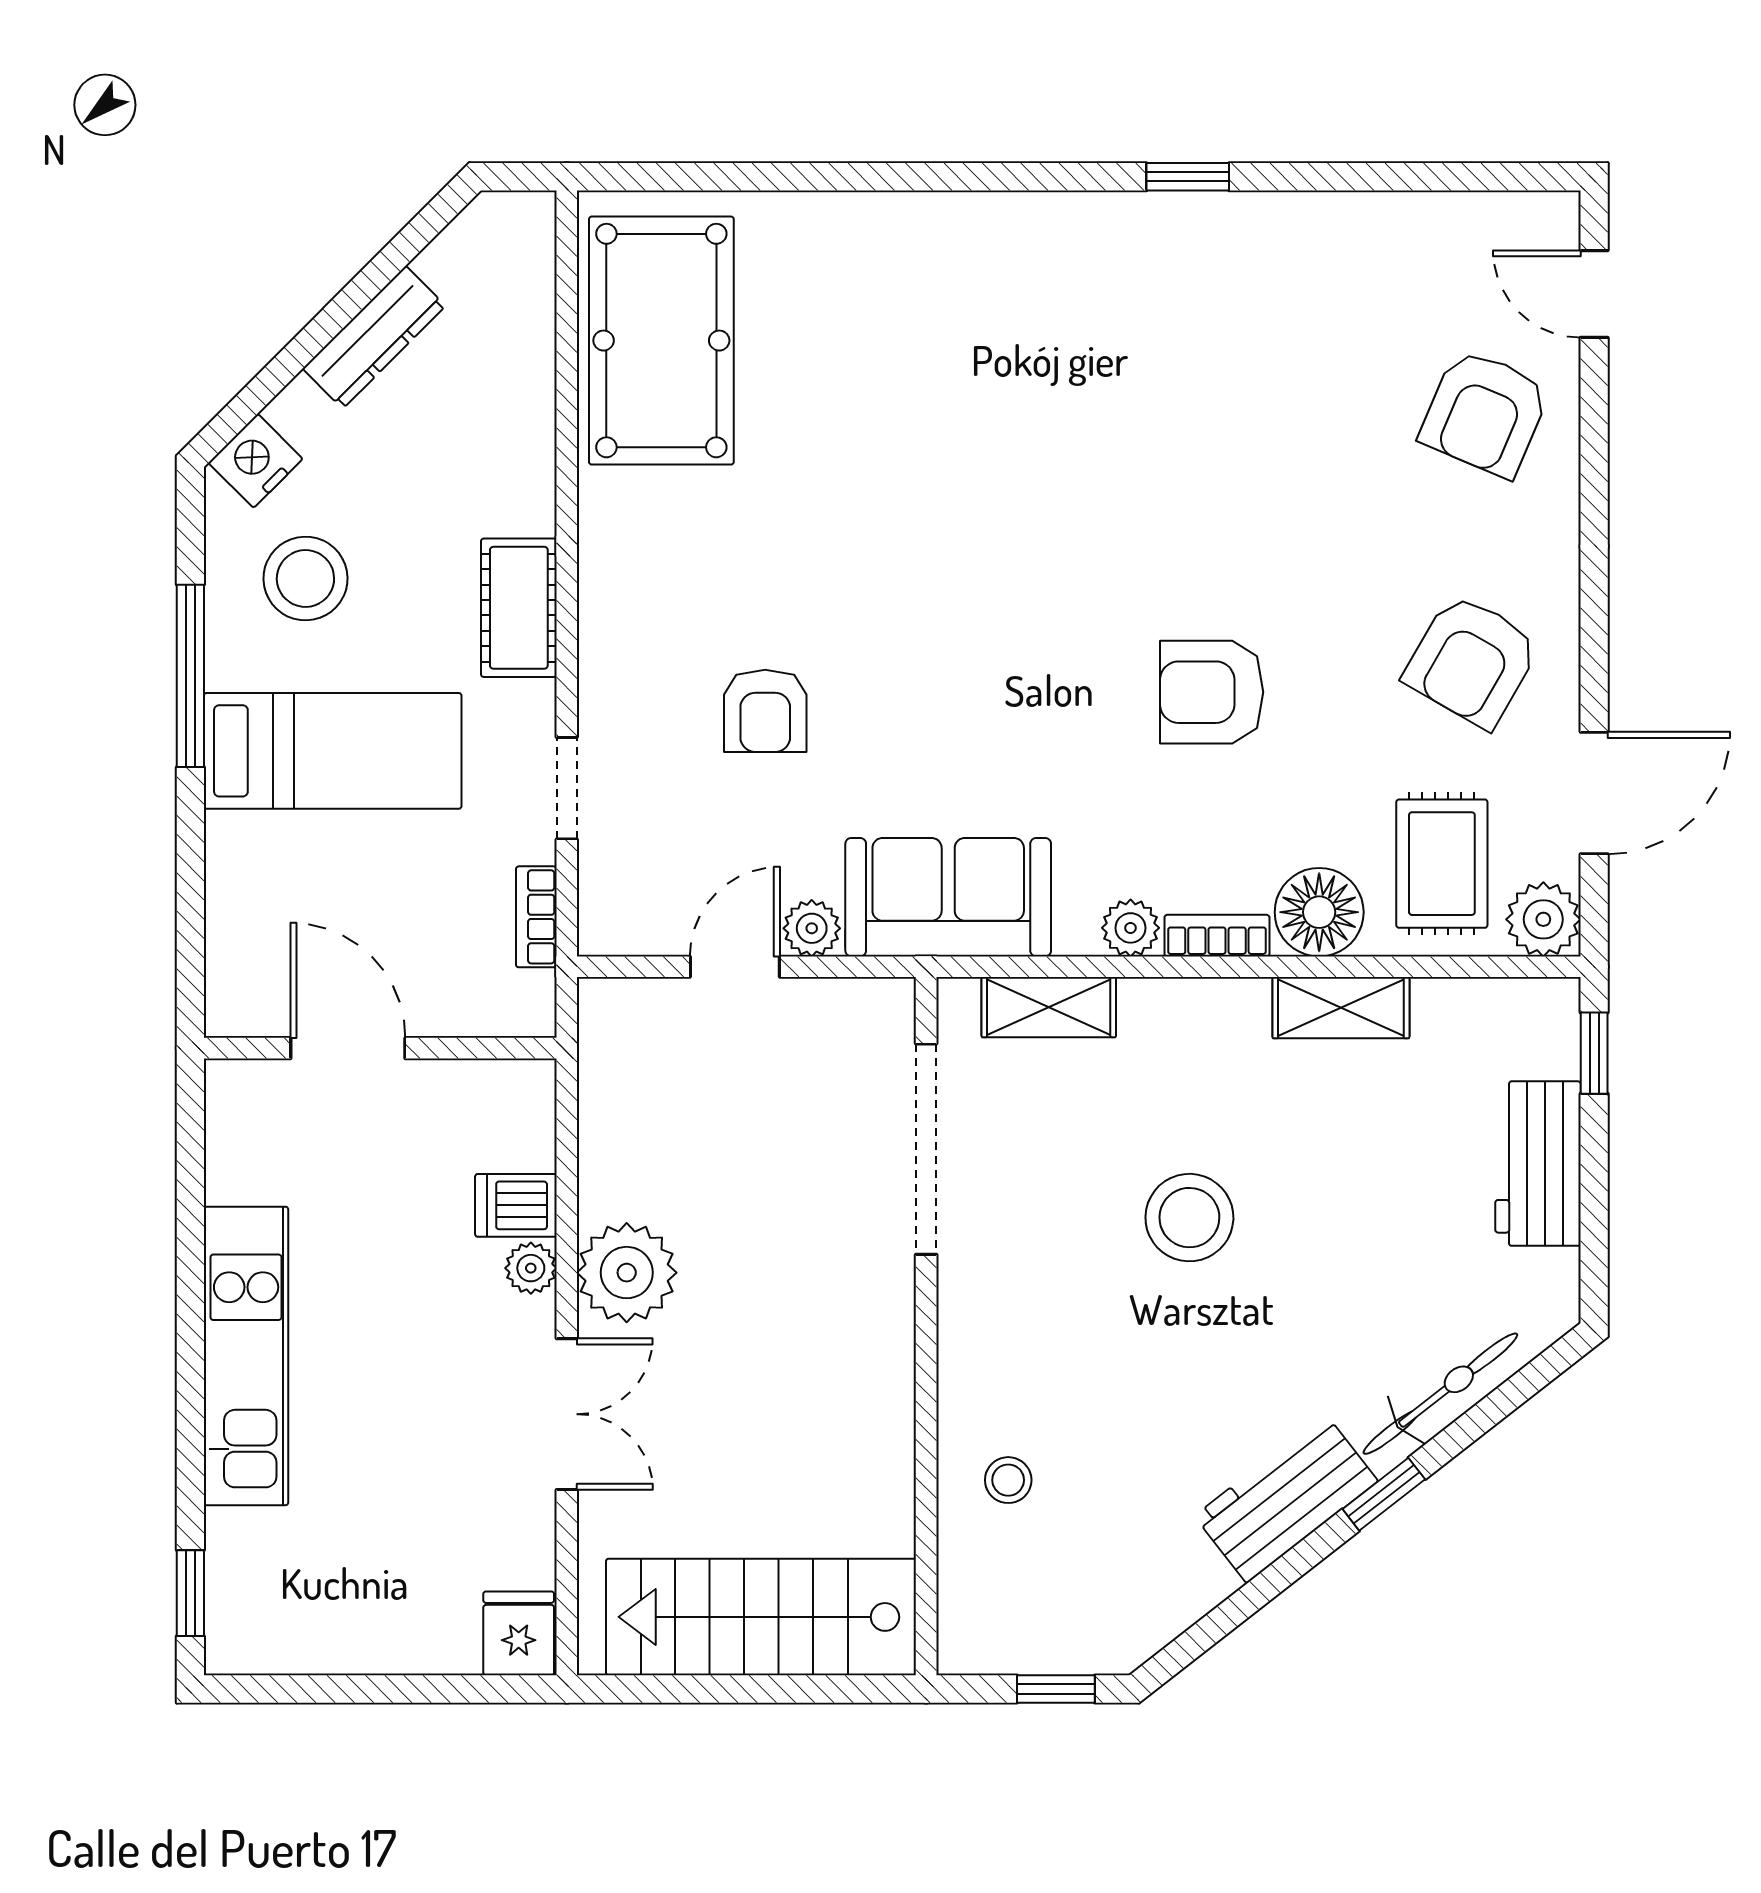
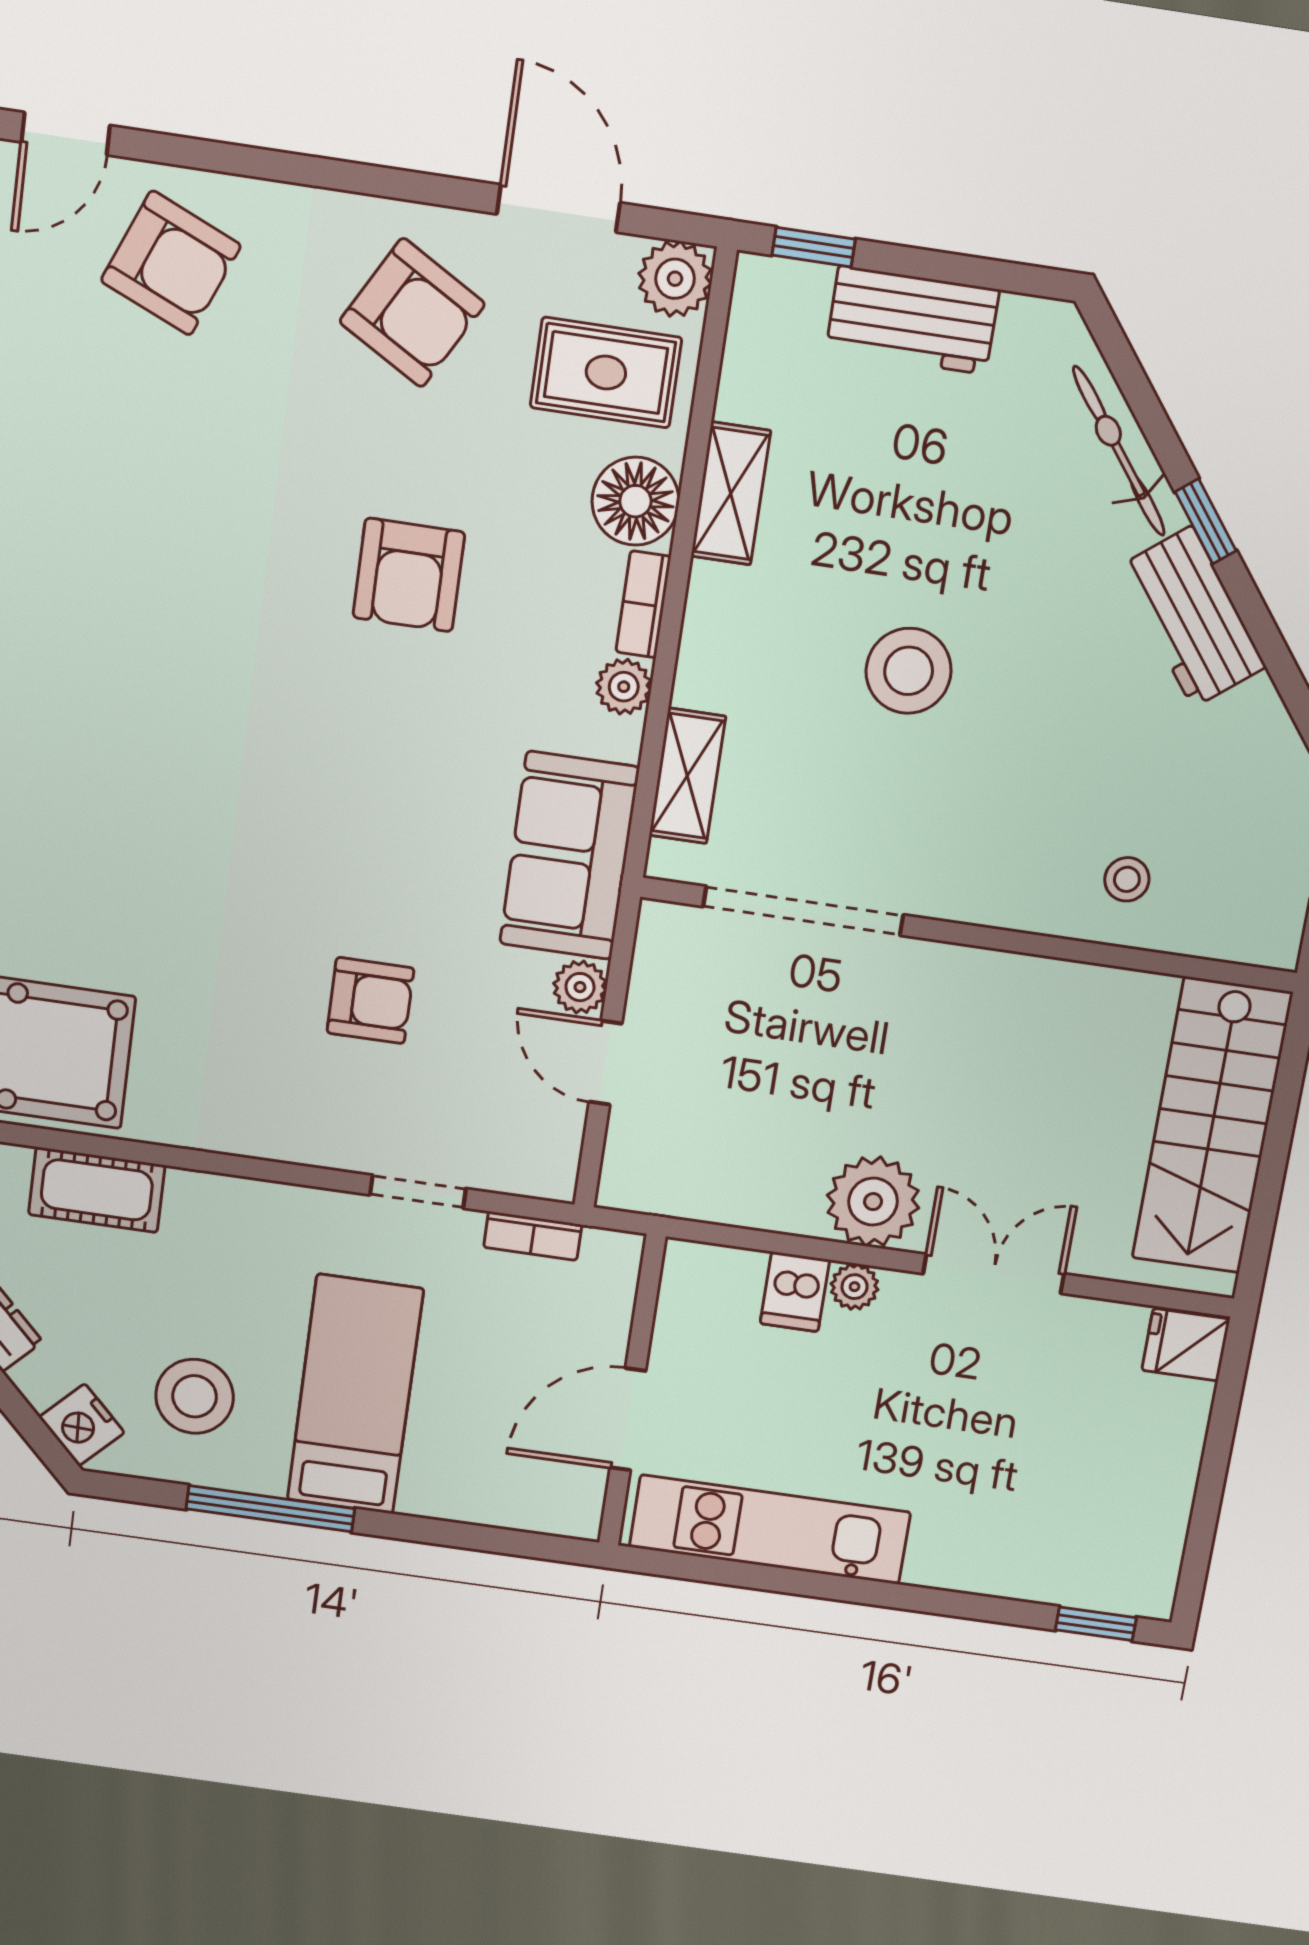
cot: (519, 608) -> (97, 1190), moved
kitchen unit: (246, 1356) -> (770, 1530), moved

